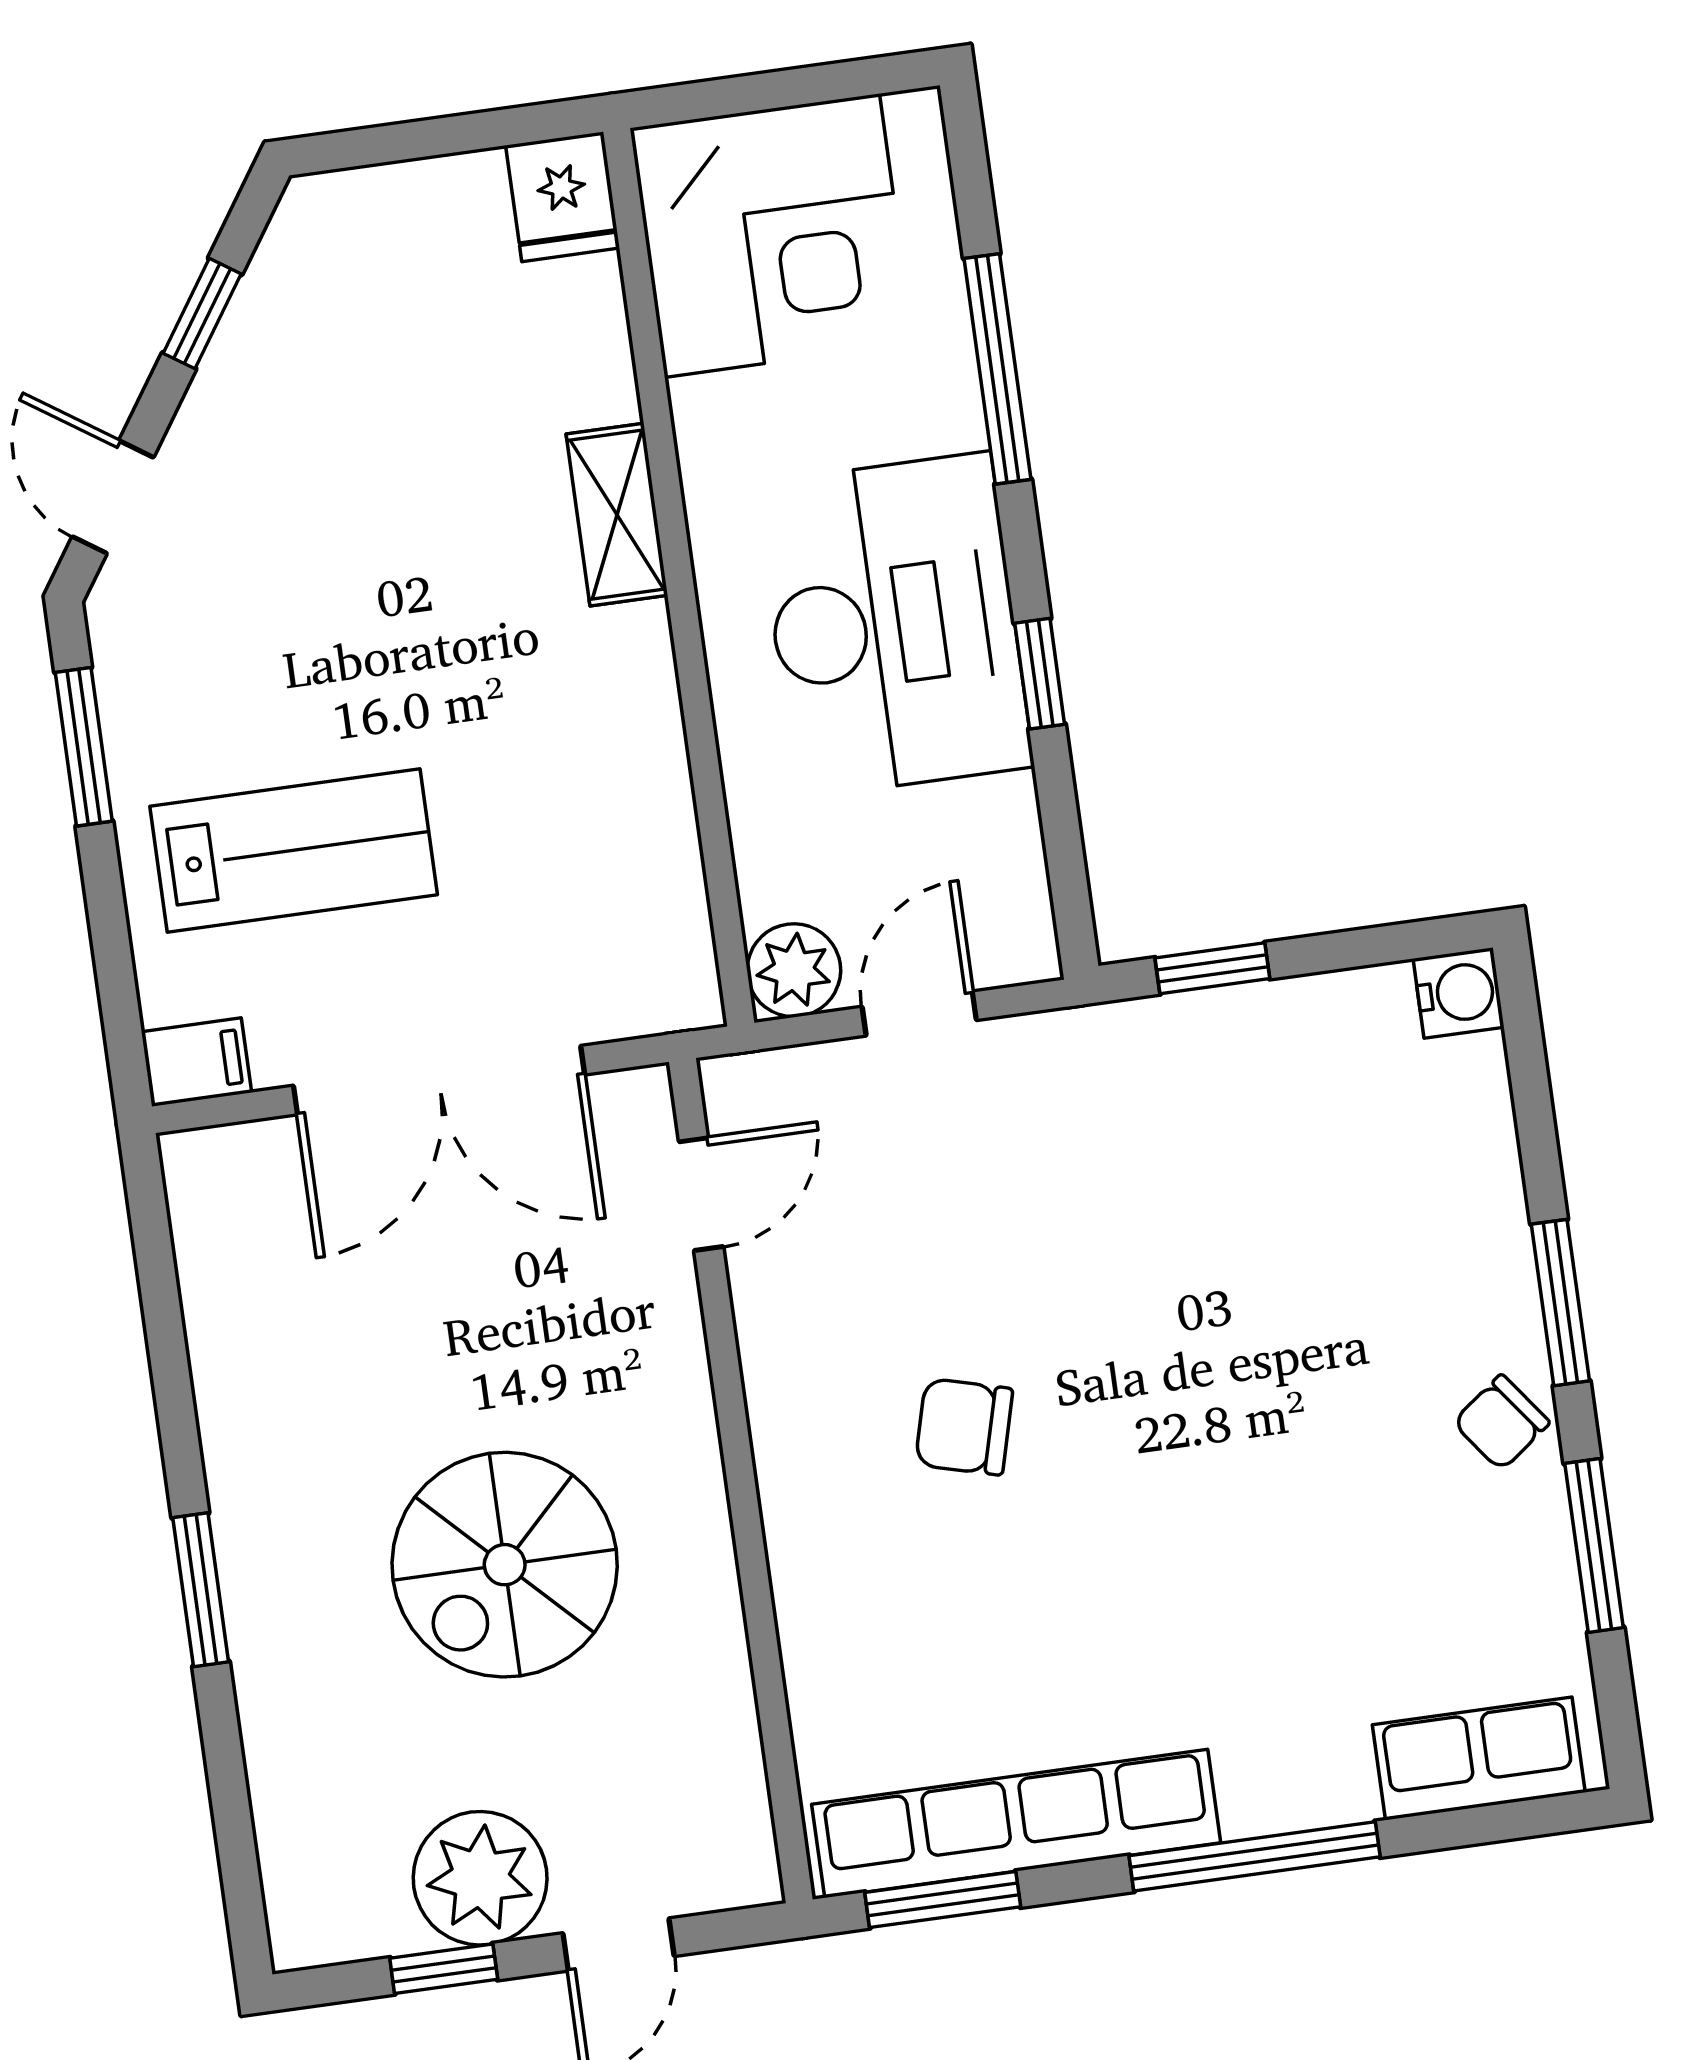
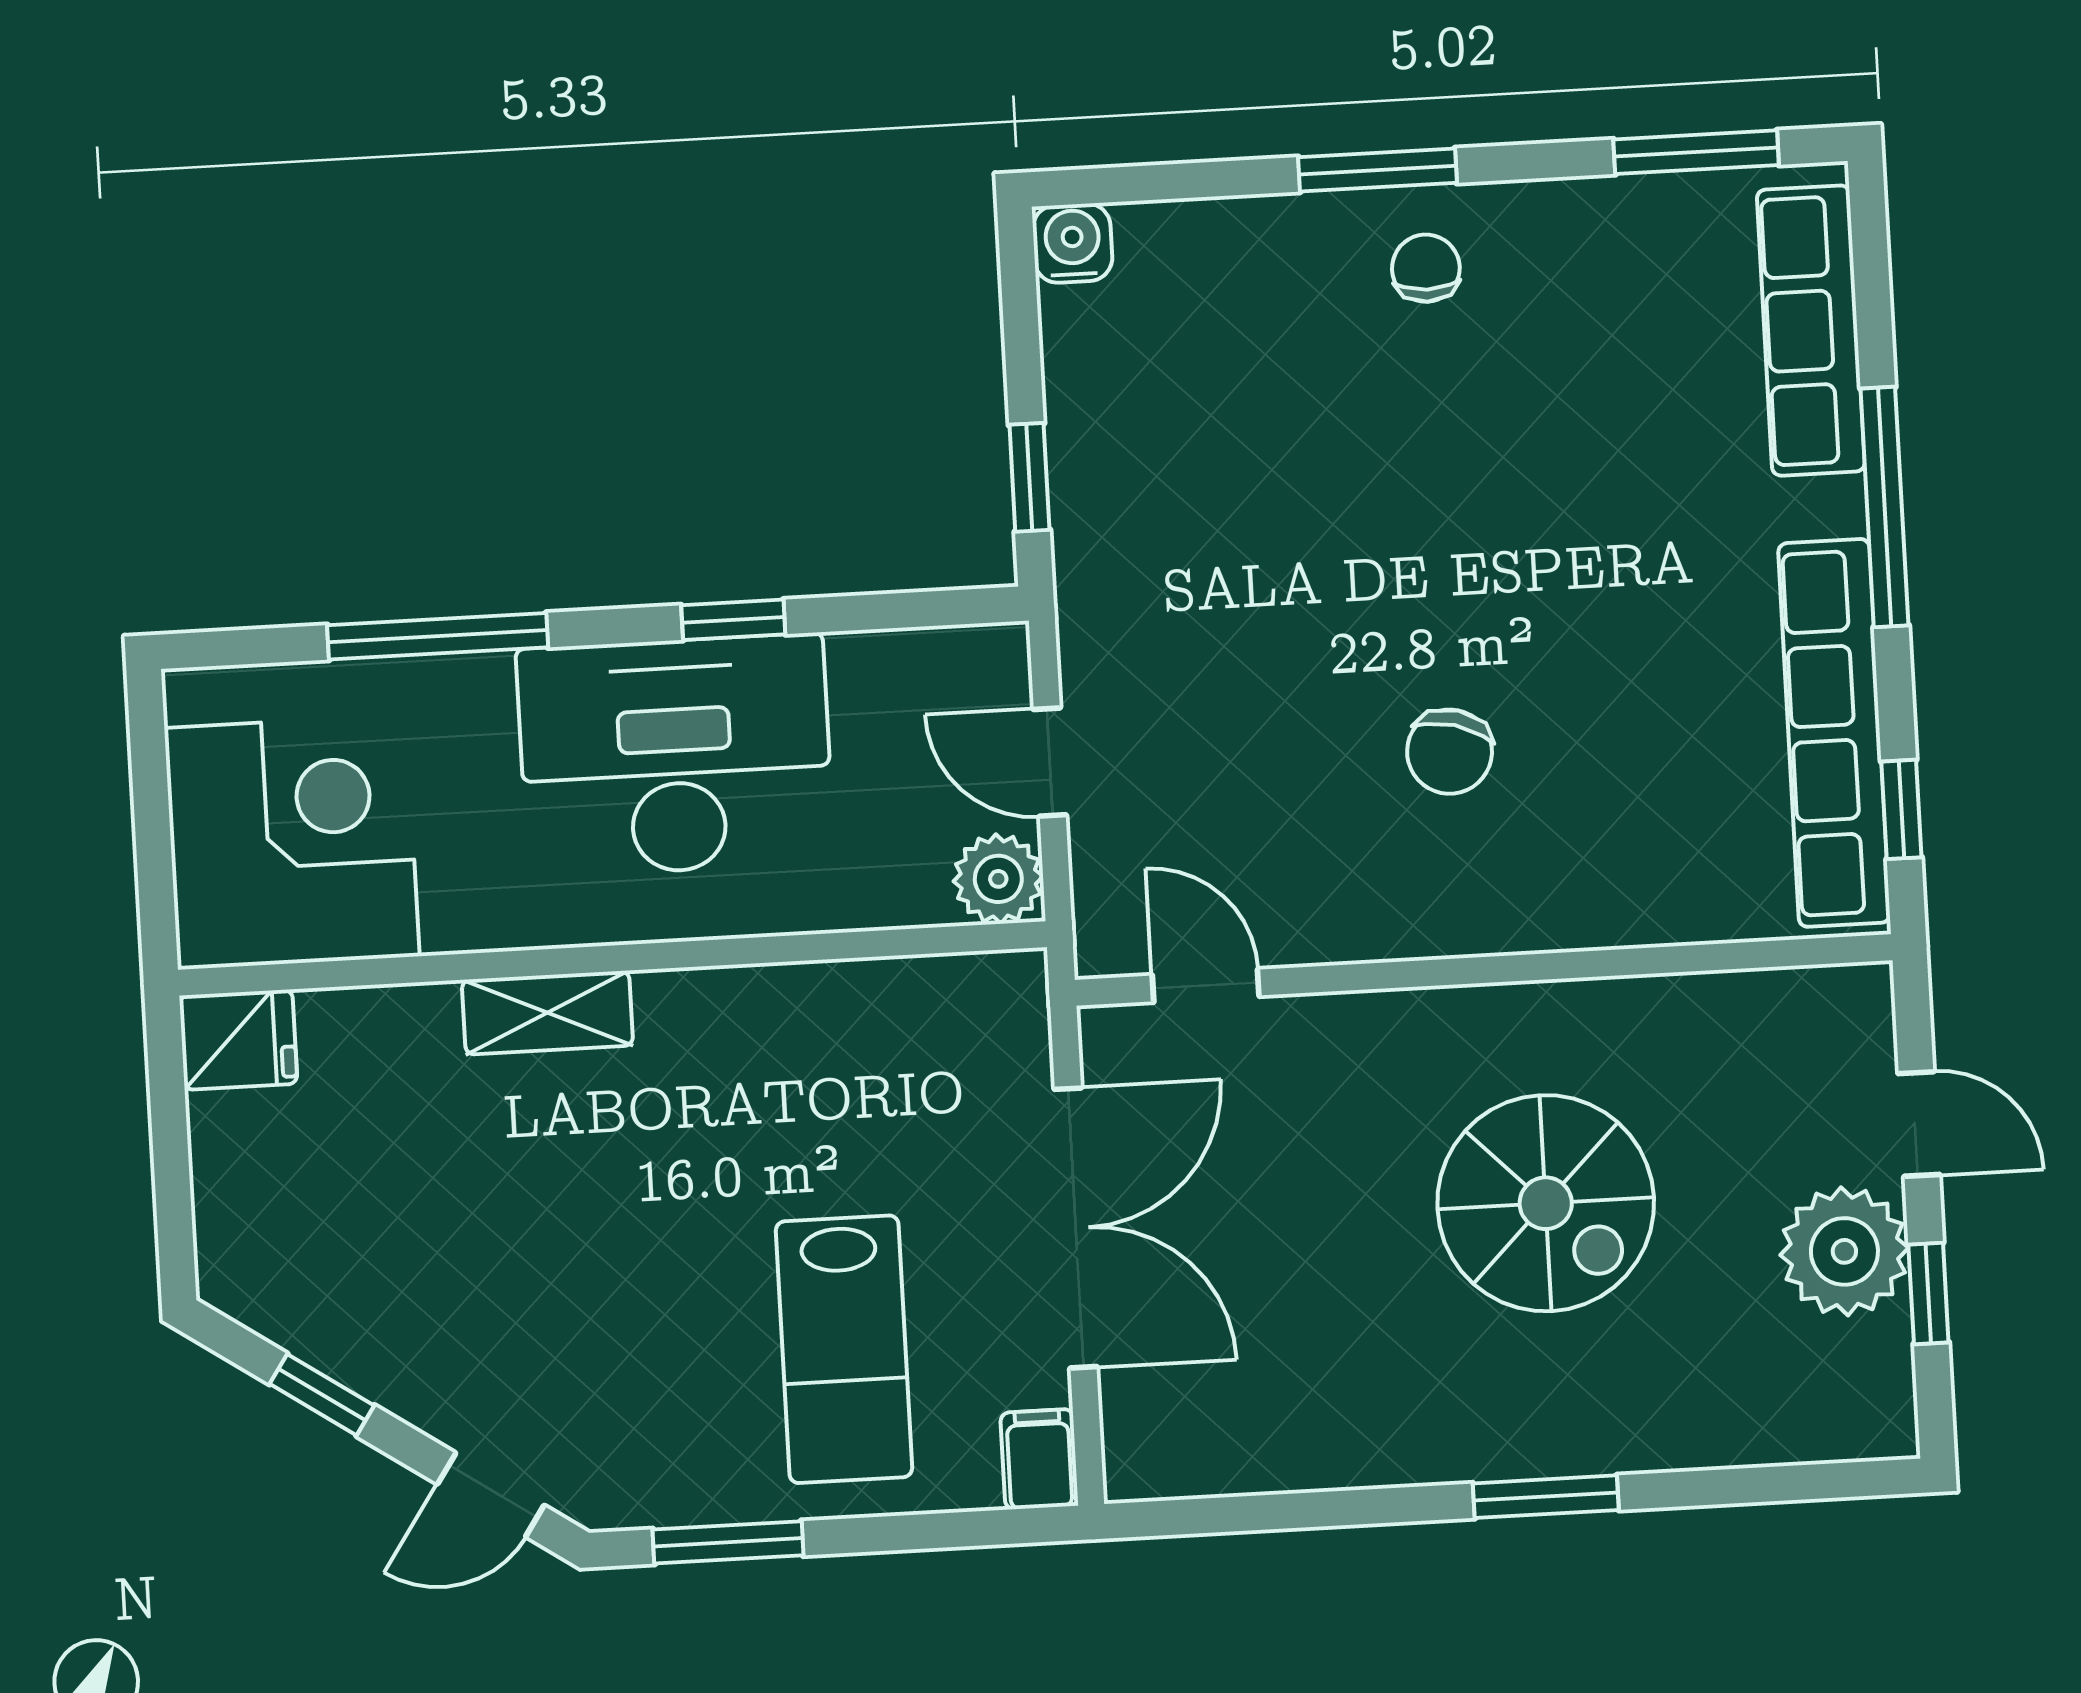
lab bench: (294, 850) -> (844, 1349), turned 180
chair: (1501, 1422) -> (1426, 268), moved, turned -143
window: (1594, 1545) -> (1696, 152), moved
row of seats: (1479, 1758) -> (1811, 331), width x1.48
window: (943, 1900) -> (1901, 809), width x0.67

